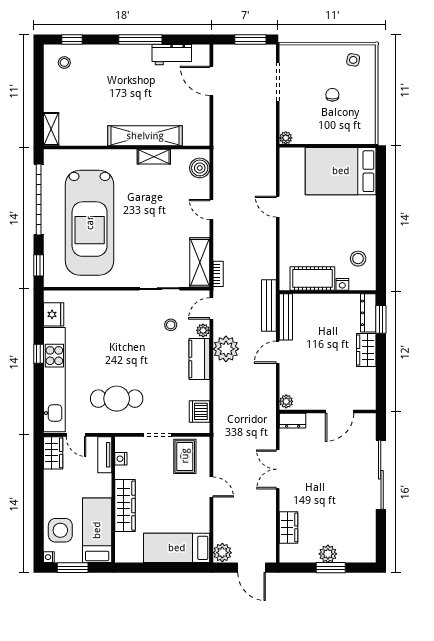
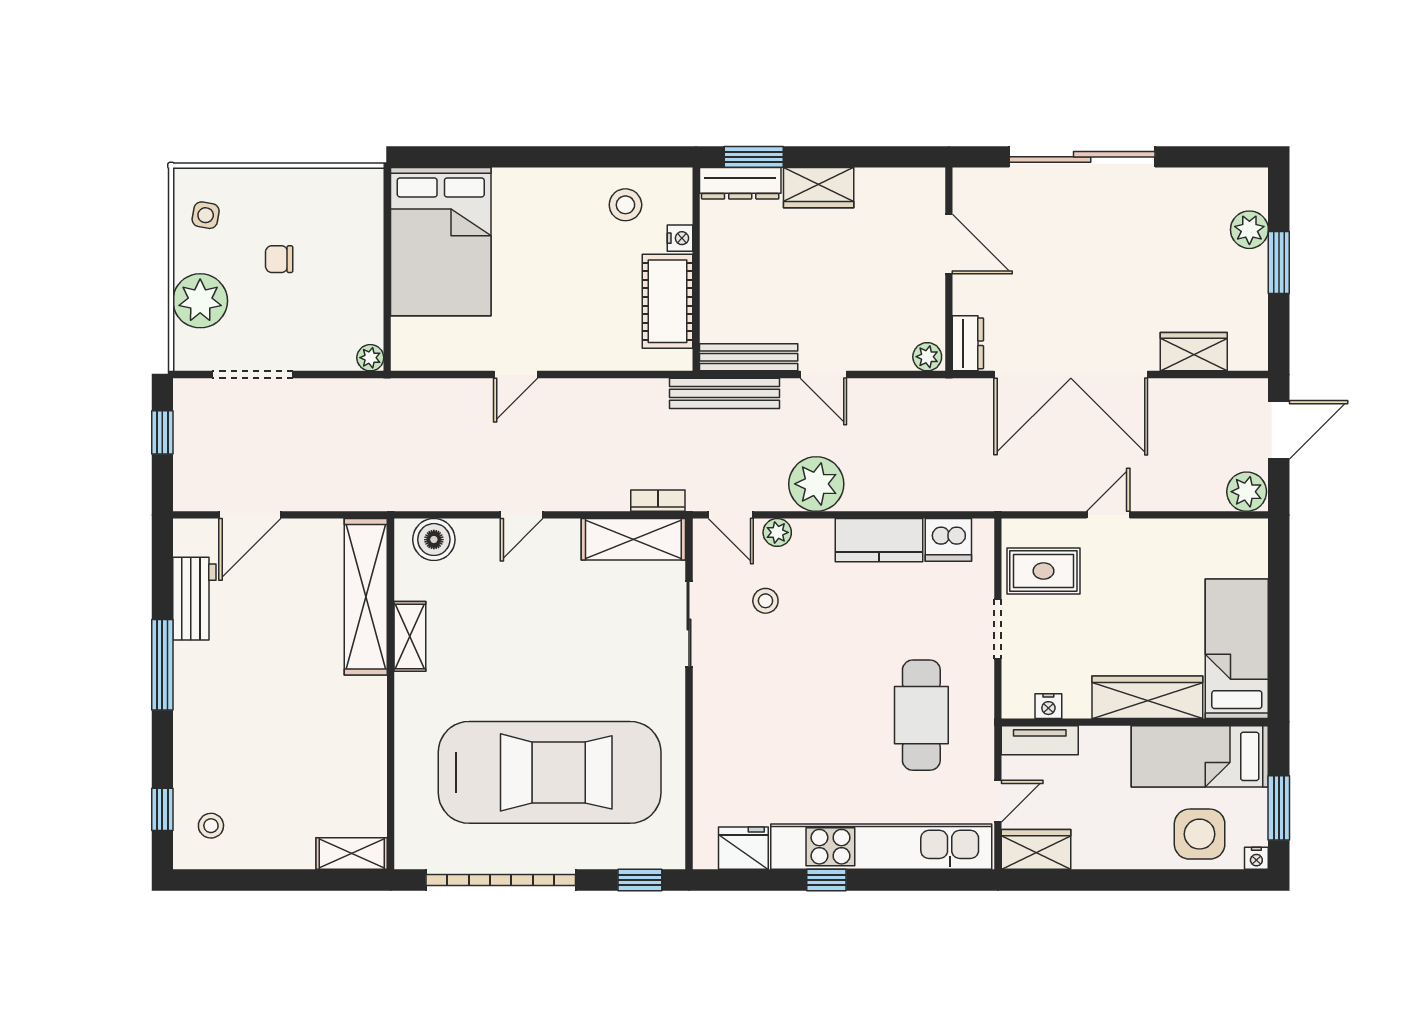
window: (250, 40) -> (162, 432), width x0.67
plant: (313, 57) -> (200, 301), added
shelving: (145, 136) -> (366, 597), moved
kitchen counter: (199, 359) -> (879, 540), moved
double door: (278, 469) -> (1071, 374), width x1.87
bed: (177, 548) -> (1237, 649), moved, turned 180
plant: (328, 554) -> (1249, 230), moved

